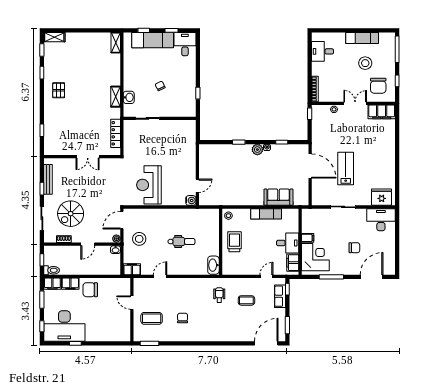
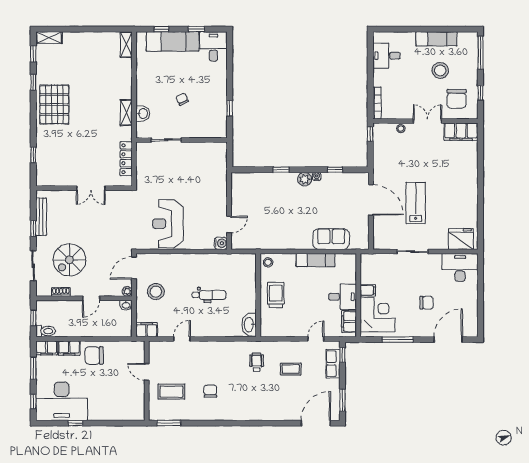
pallet: (59, 90) -> (54, 105), width x2.05, depth x2.00

